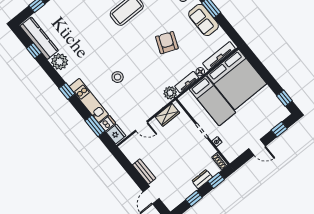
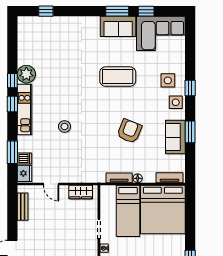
kitchen counter: (39, 38) -> (25, 41), removed
window: (34, 51) -> (12, 81), moved
tv unit: (219, 56) -> (170, 178), width x0.71
plant: (170, 93) -> (98, 176), removed
kitchen unit: (89, 100) -> (24, 109), moved
bench: (144, 172) -> (23, 207), moved

